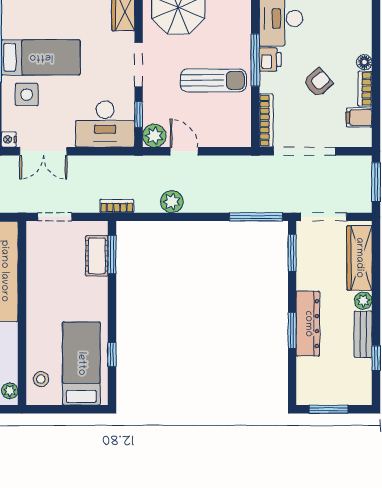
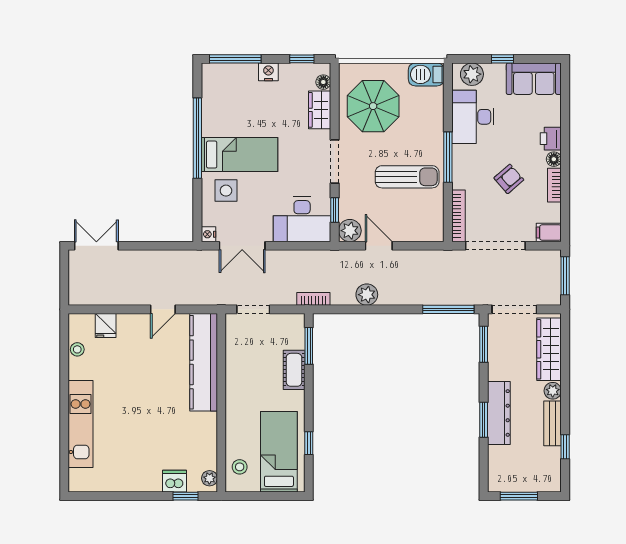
printer: (270, 60) -> (551, 139), moved, turned 180
filing cabinet: (359, 118) -> (549, 232), moved
cot: (97, 256) -> (294, 370), moved

